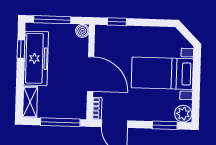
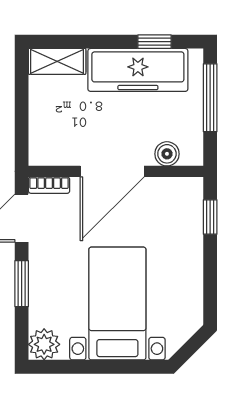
boiler: (82, 31) -> (167, 154), moved
window: (60, 122) -> (22, 118), removed
window: (165, 125) -> (22, 284), moved

